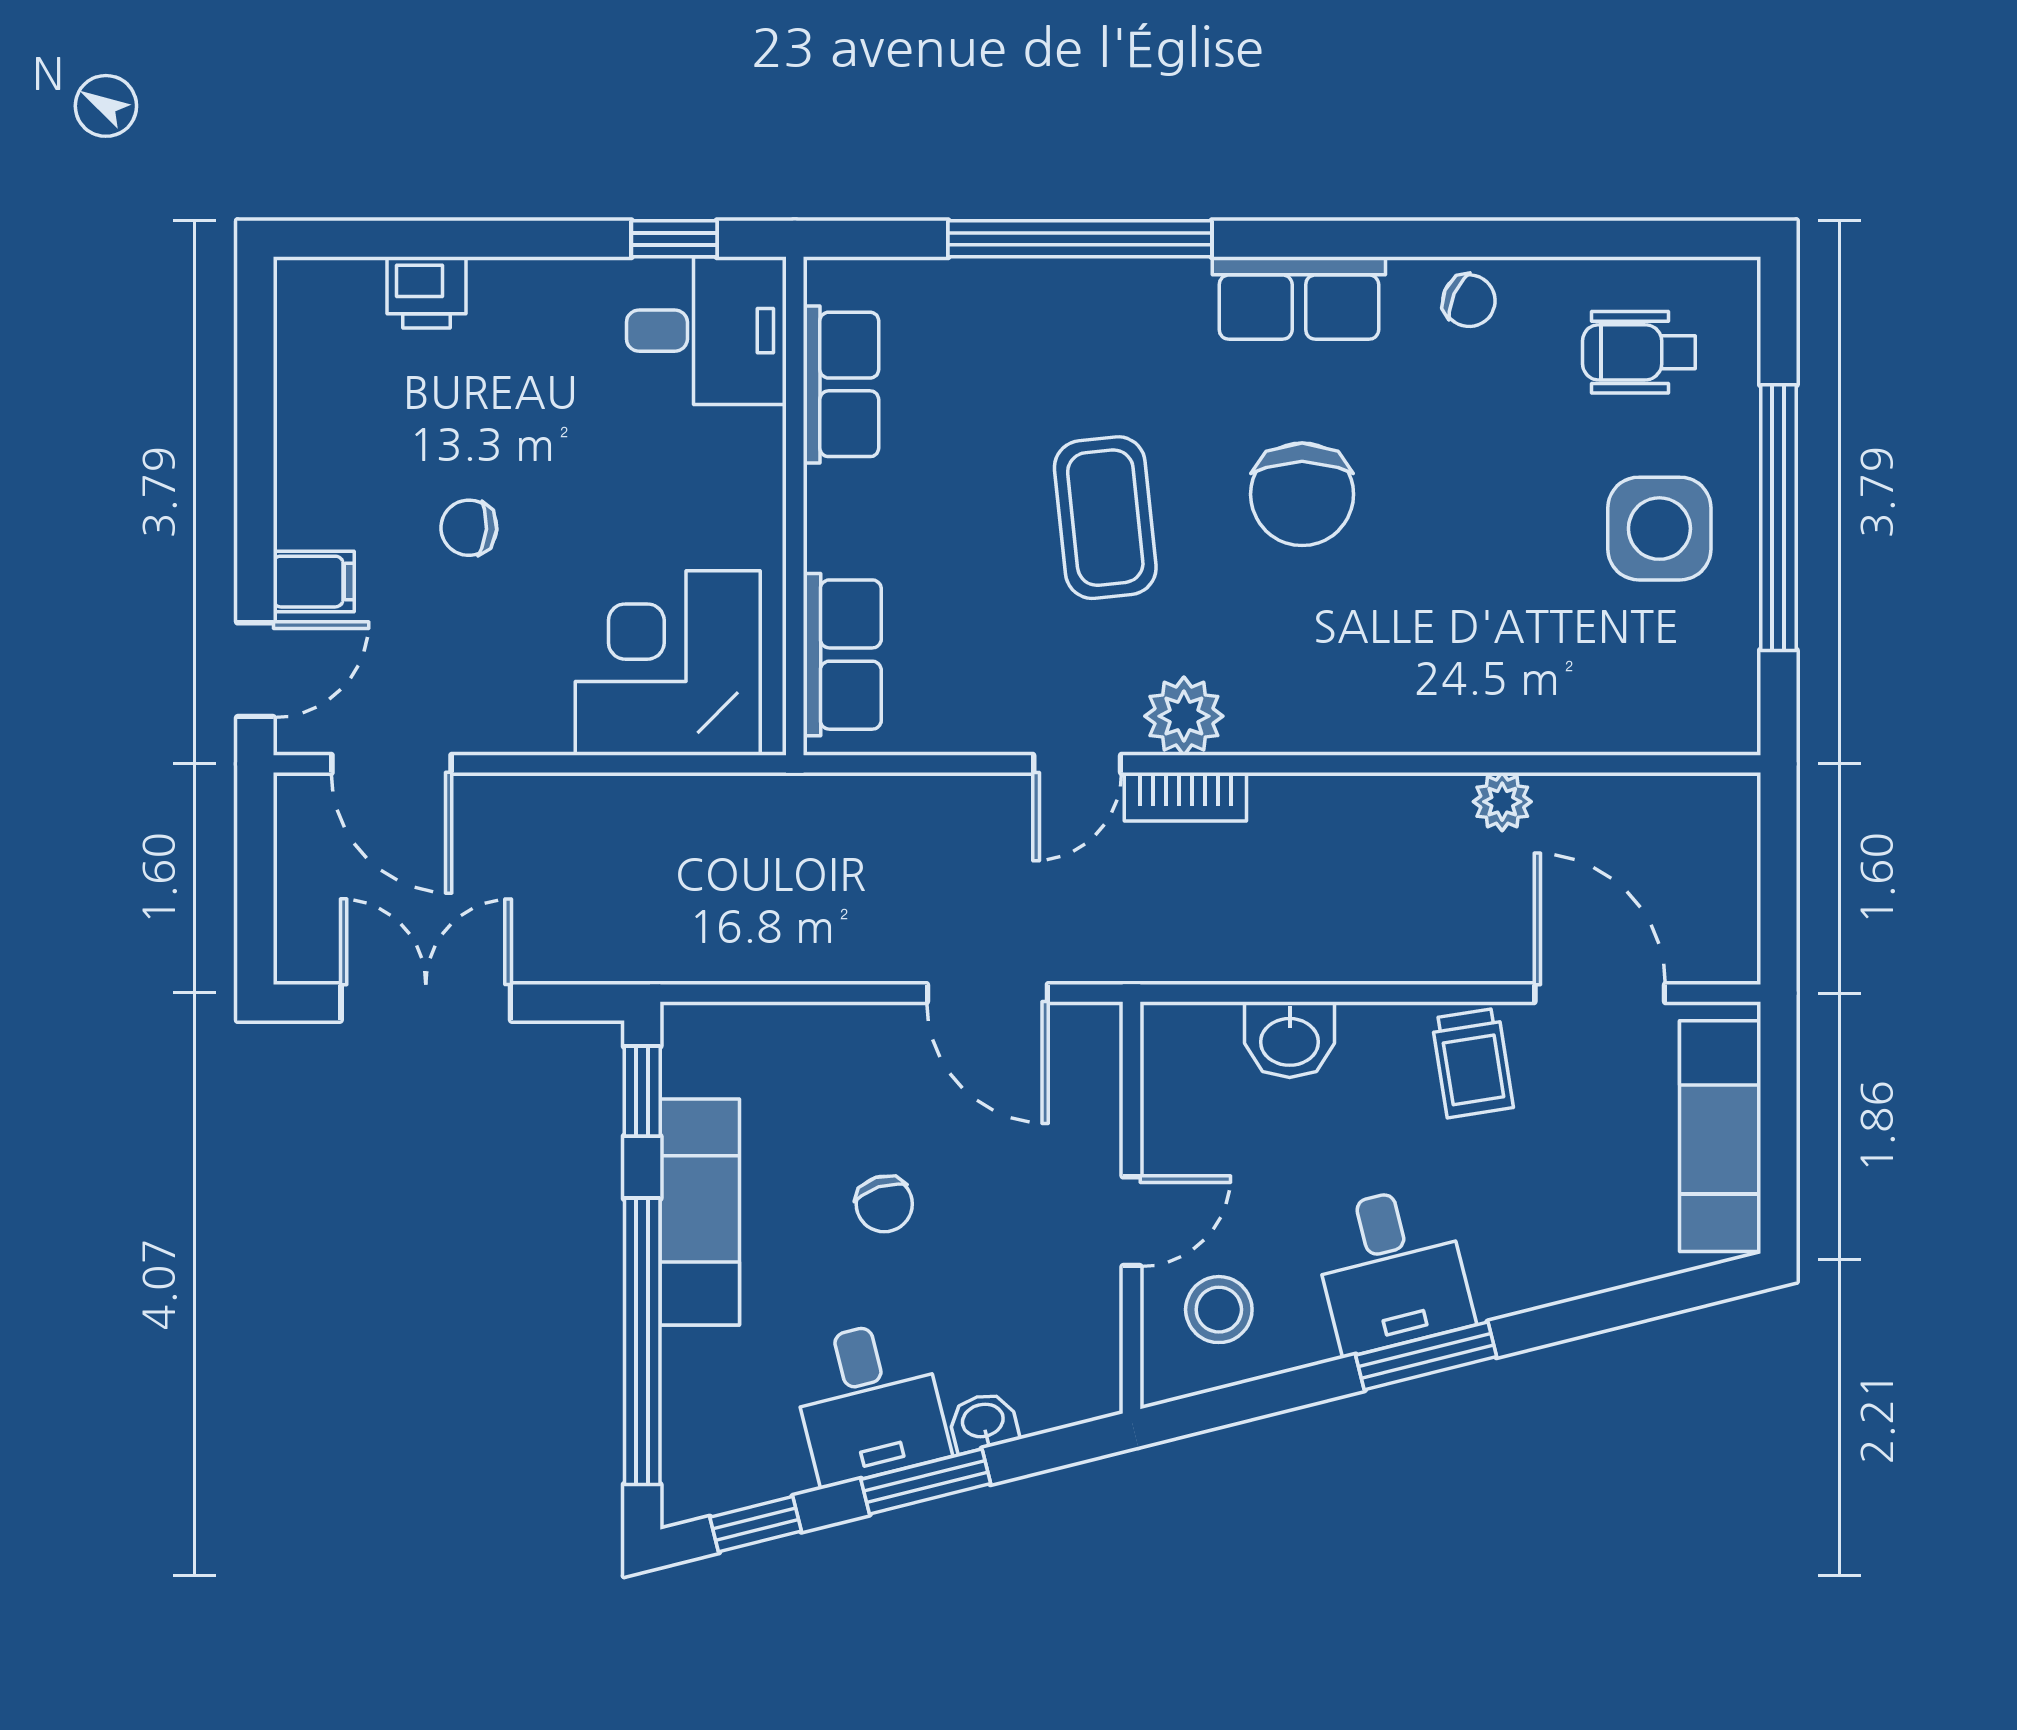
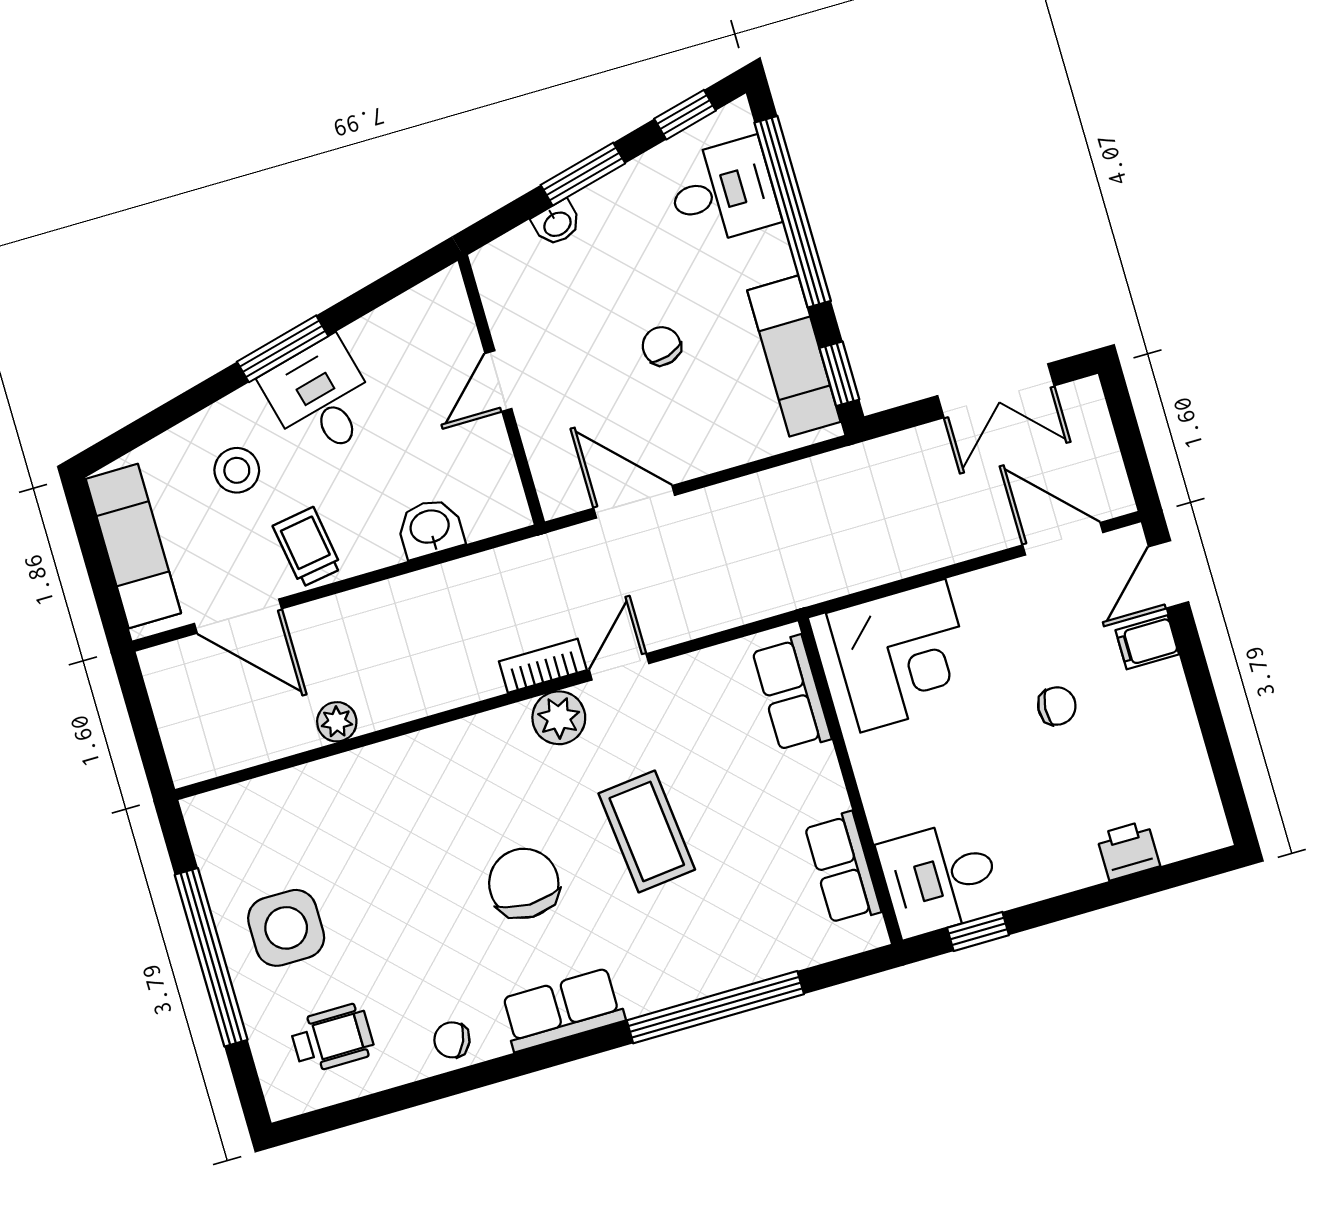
exam couch: (700, 1212) -> (794, 356), moved
stool: (1219, 1310) -> (237, 470), moved
desk: (869, 1402) -> (723, 192), moved, turned 104

